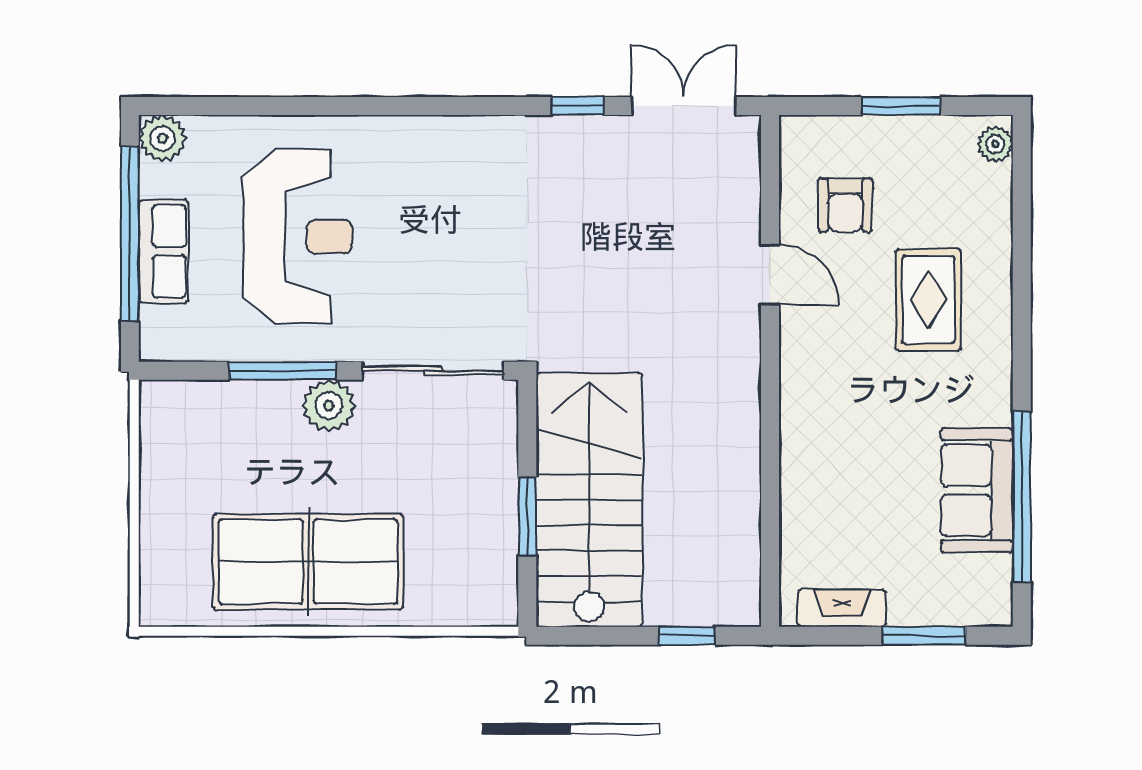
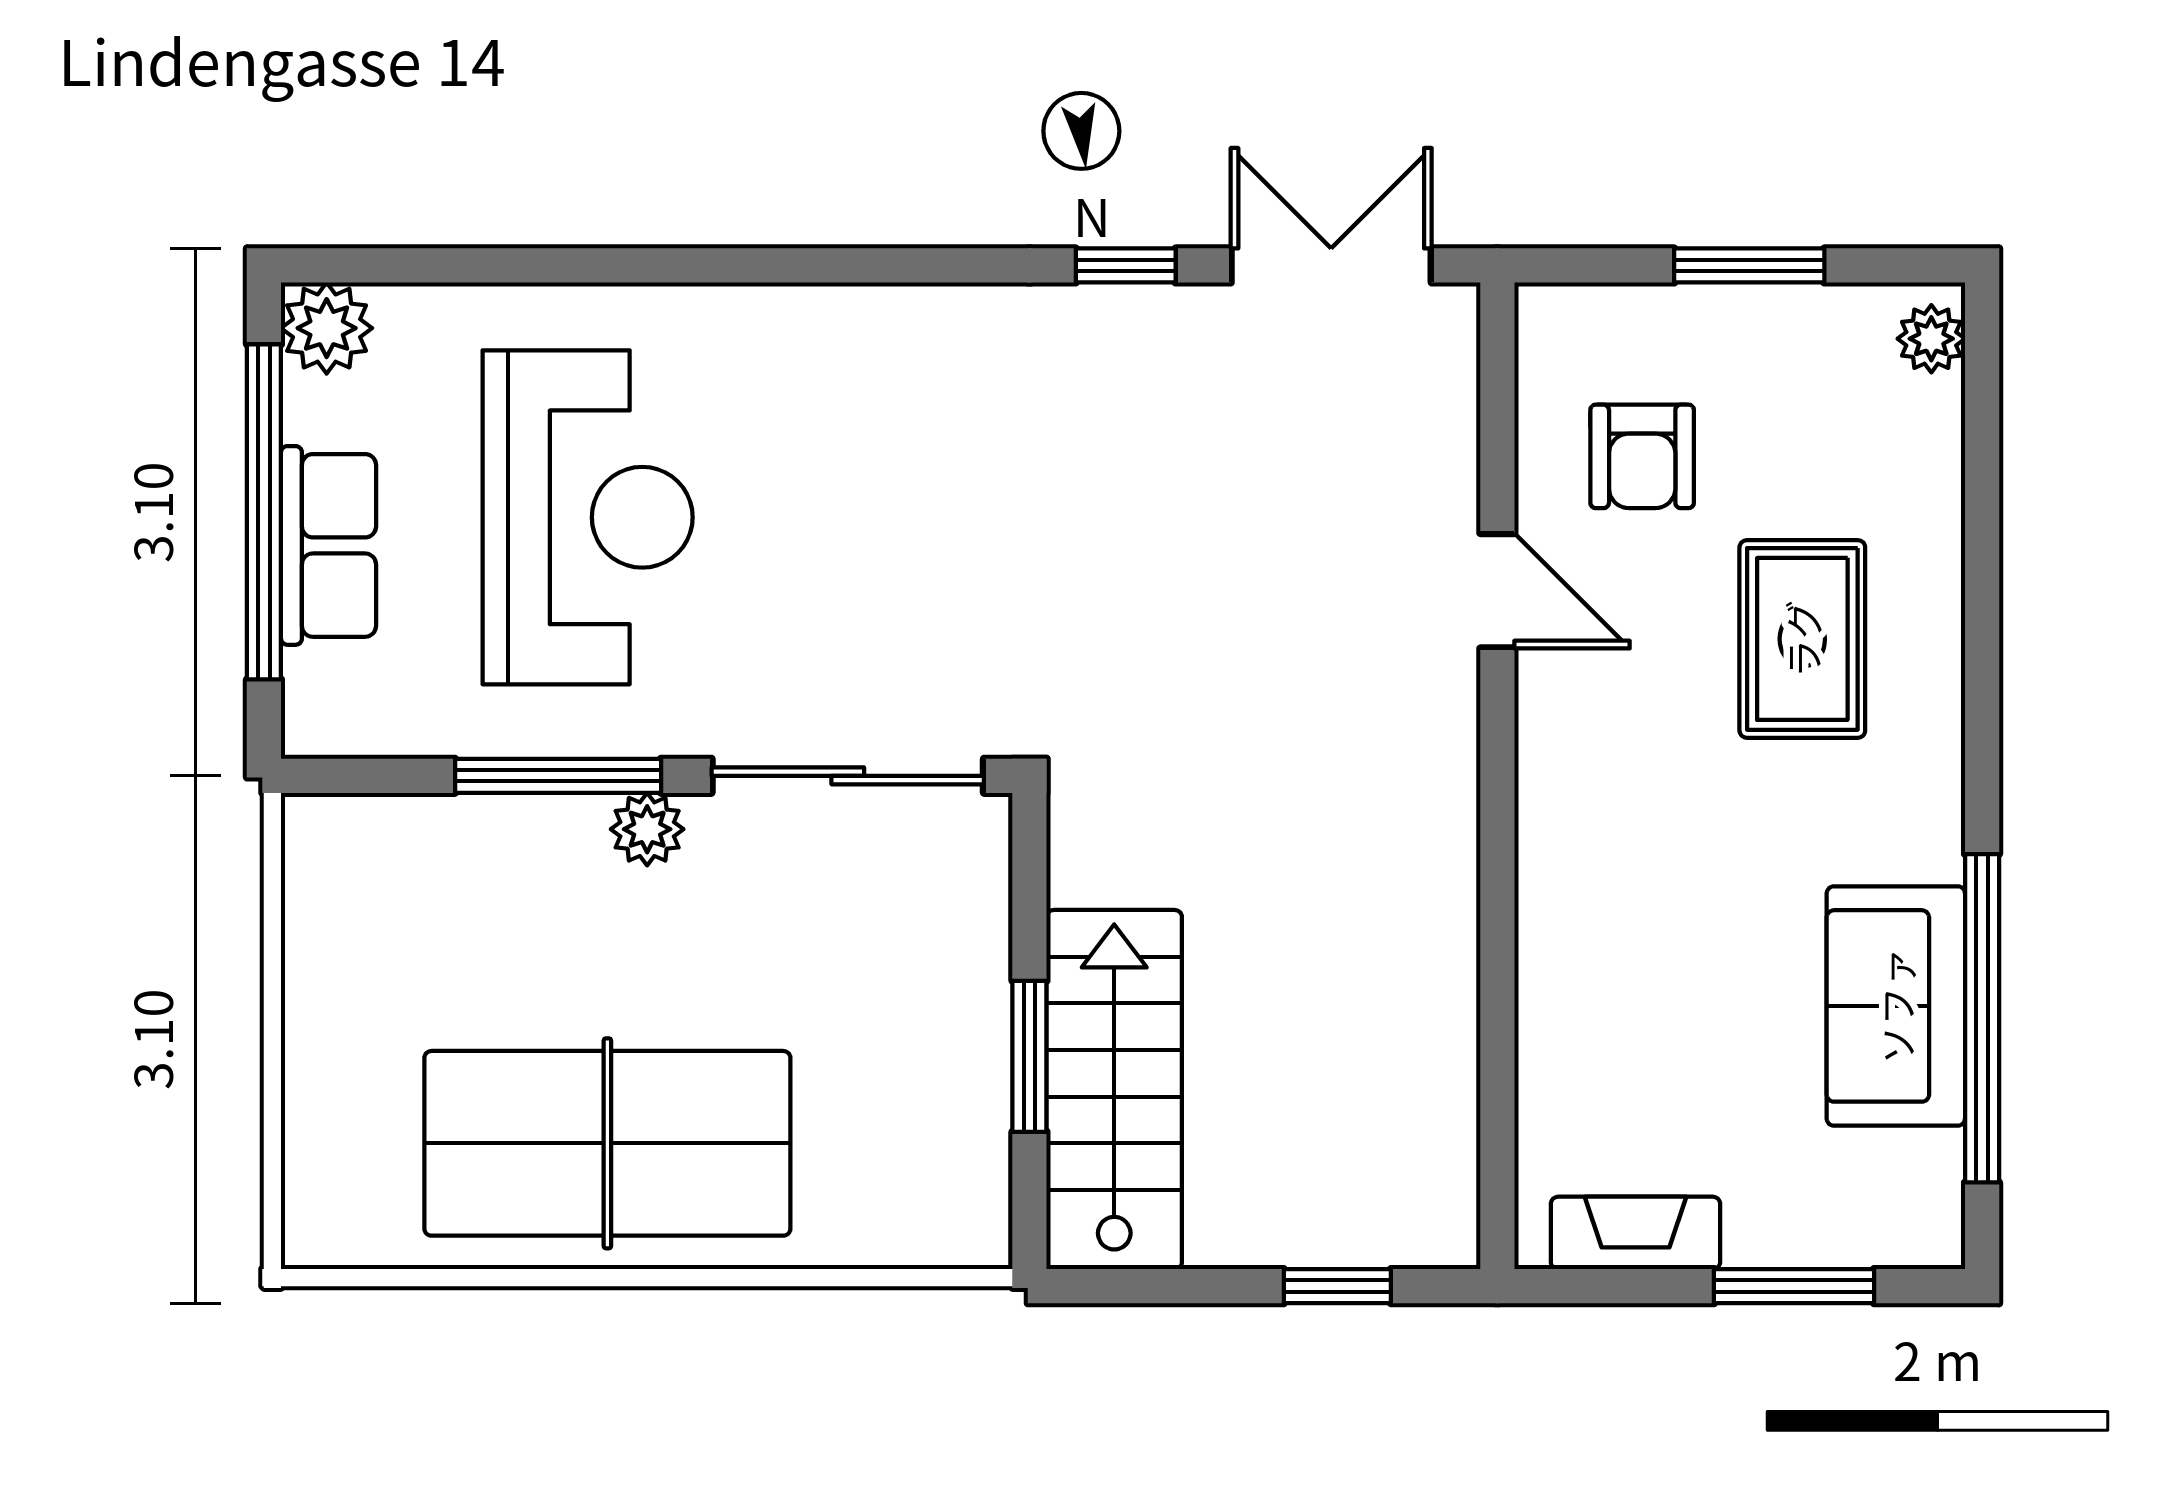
plant: (329, 406) -> (647, 829), width x0.73, depth x0.73
stairs: (589, 500) -> (1114, 1090), width x0.73, depth x0.66

